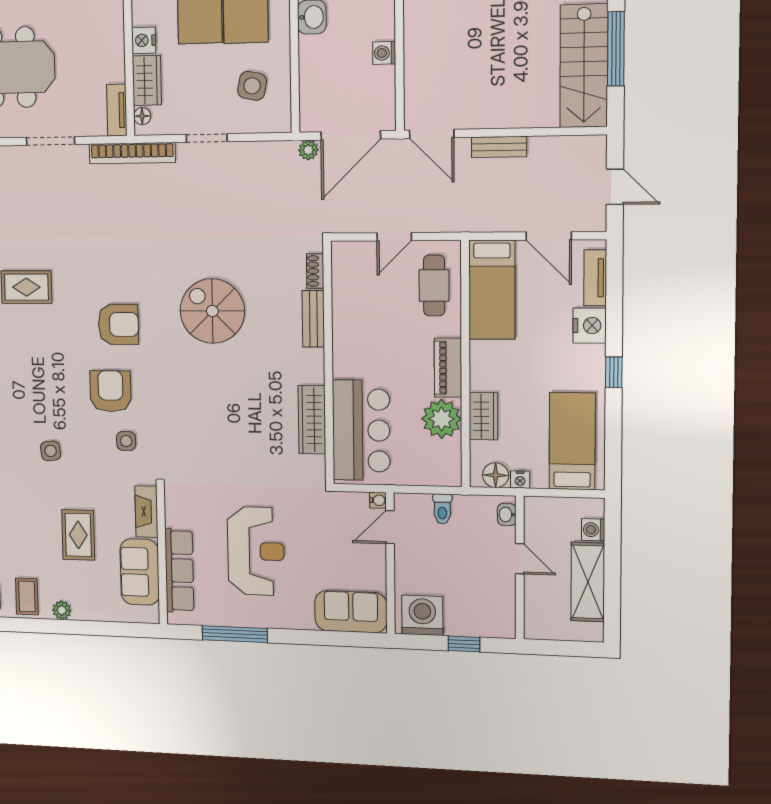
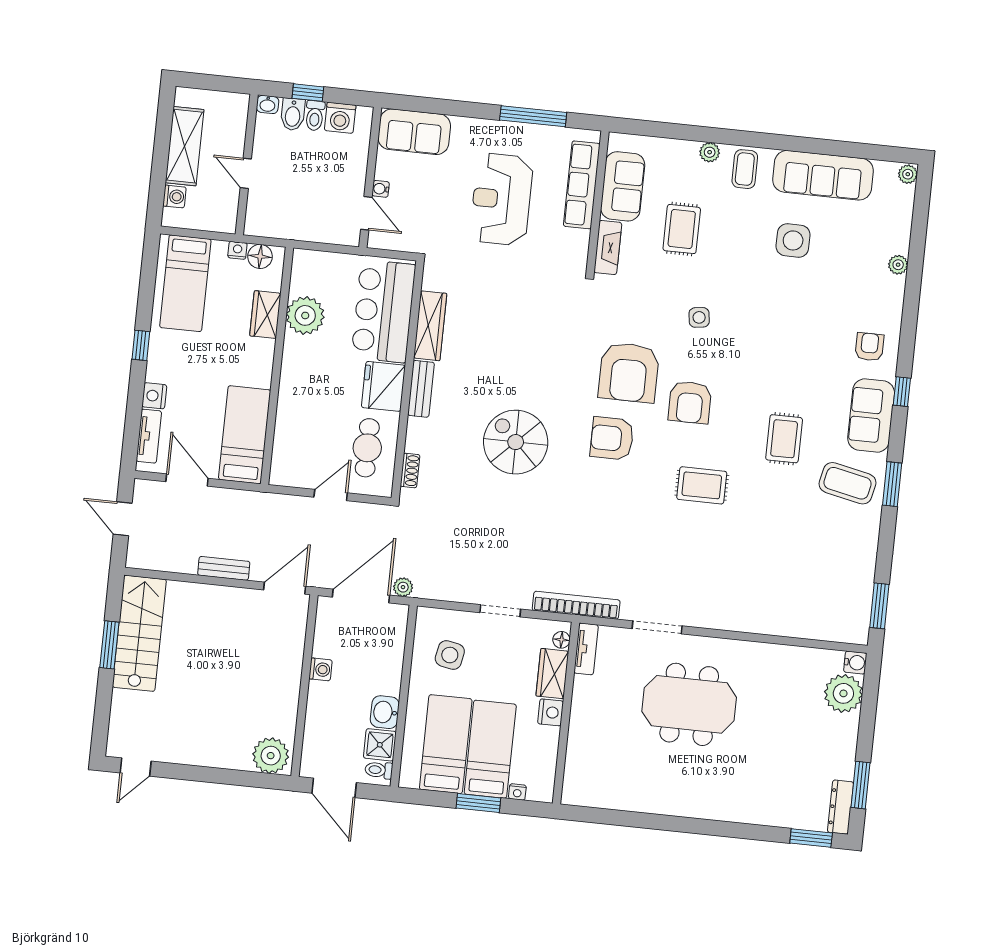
window: (616, 49) -> (109, 645), width x0.69
door: (432, 134) -> (285, 588), hinge flipped
cafe table: (434, 286) -> (367, 448), moved
spiral stairs: (212, 311) -> (516, 442), turned 180
bench: (313, 319) -> (421, 389), moved
nightstand: (590, 326) -> (154, 396), width x0.74, depth x0.75
fridge: (352, 354) -> (383, 386), added
armchair: (48, 367) -> (690, 402), added
piano: (448, 368) -> (294, 364), removed
armchair: (111, 391) -> (629, 372), width x1.36, depth x1.36
side table: (126, 441) -> (619, 321), removed
water cooler: (378, 500) -> (381, 189), moved
toilet: (442, 509) -> (315, 116), moved, turned 180
washbasin: (507, 515) -> (268, 104), moved, turned 90
door: (390, 527) -> (366, 213), hinge flipped
washing machine: (422, 615) -> (340, 118), width x0.73, depth x0.73
bidet: (477, 621) -> (293, 114), added

